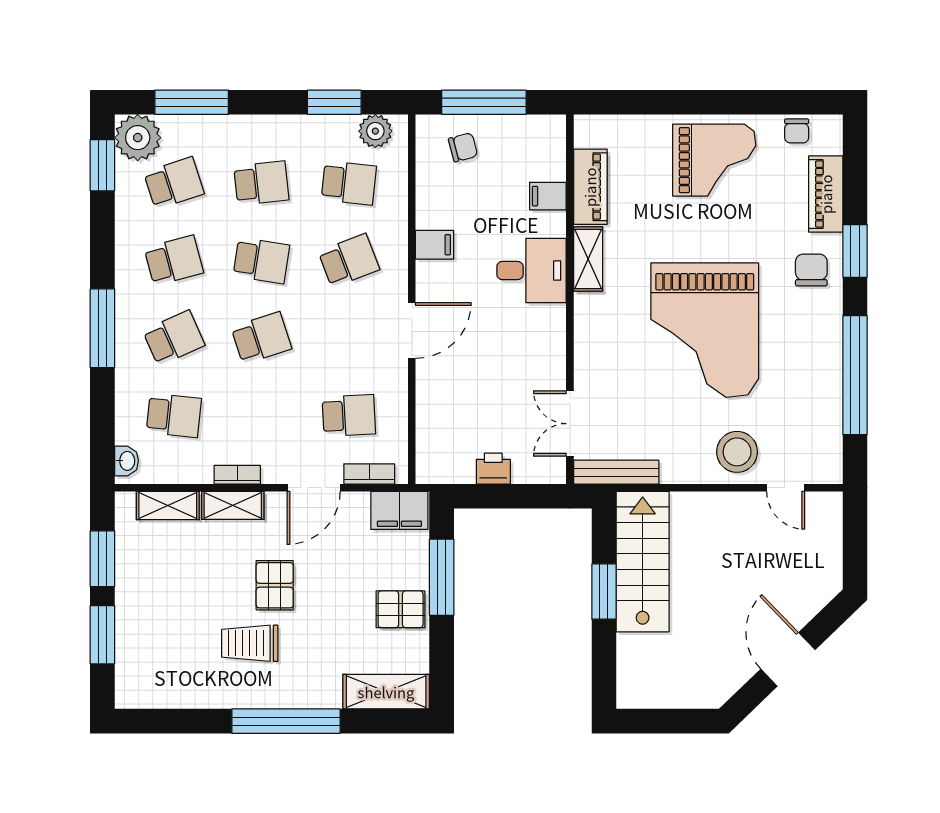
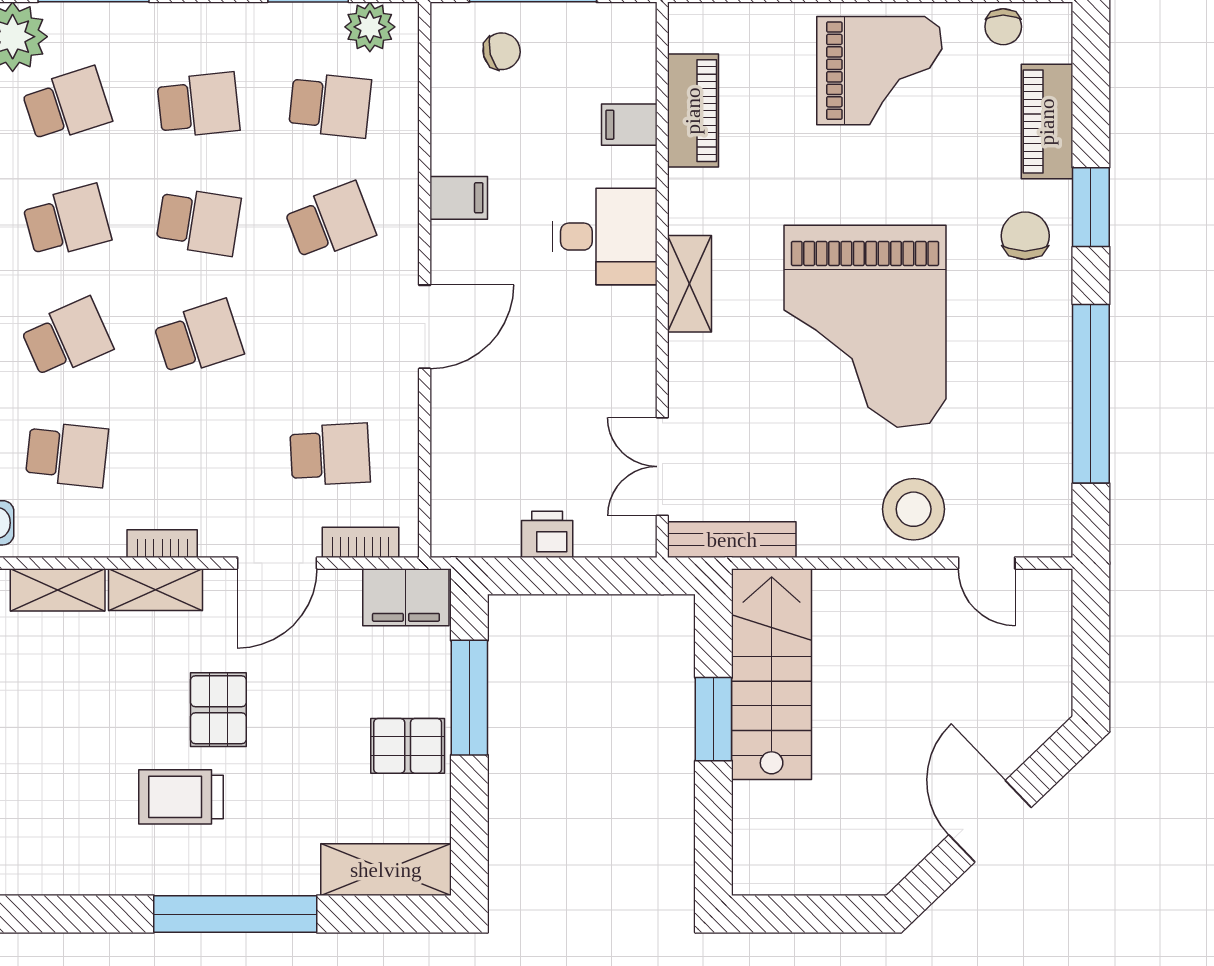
shelving: (588, 259) -> (690, 284), moved

